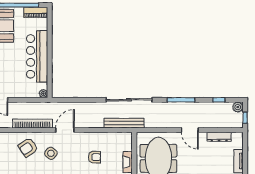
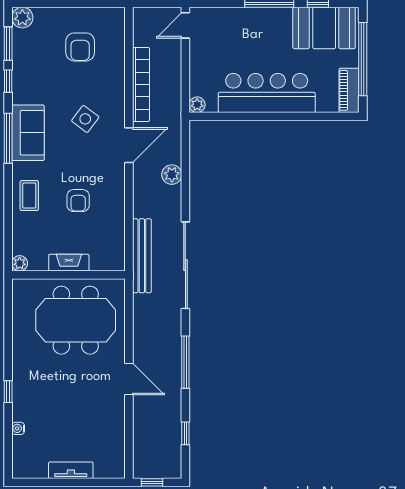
plant: (238, 107) -> (172, 175), moved
door: (65, 130) -> (129, 145), hinge flipped
door: (190, 130) -> (129, 379), swing flipped
dresser: (219, 137) -> (116, 434), removed
armchair: (28, 147) -> (80, 47), moved, turned -146

